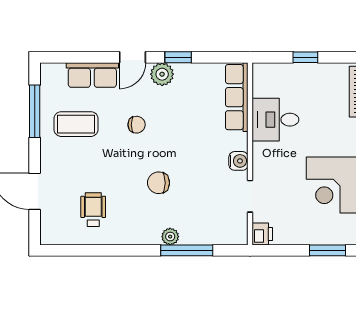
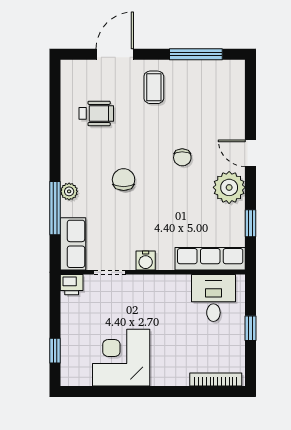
window: (178, 57) -> (251, 223), moved
plant: (162, 74) -> (229, 187), width x1.36, depth x1.36
row of seats: (92, 75) -> (73, 244), moved, turned 180
desk: (275, 120) -> (213, 298), moved
coffee table: (76, 124) -> (154, 87), moved, width x0.73, depth x0.77
window: (327, 250) -> (55, 351), width x0.67

